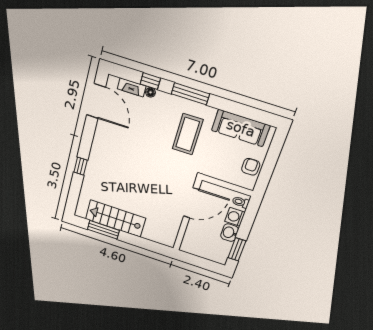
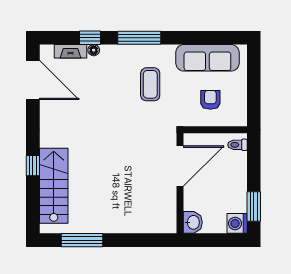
coffee table: (188, 134) -> (150, 84), width x0.73, depth x0.76
armchair: (251, 167) -> (210, 100), moved
washing machine: (235, 217) -> (237, 223), moved
stairs: (115, 219) -> (54, 186), moved, turned 90
washbasin: (229, 233) -> (193, 222), moved, turned 180

